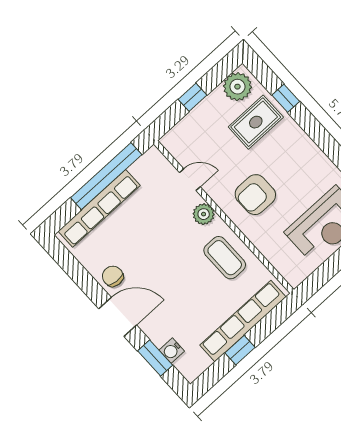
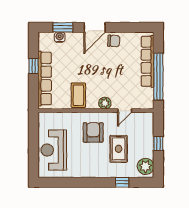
rug: (256, 122) -> (119, 149), moved
coffee table: (225, 258) -> (78, 95), turned 90

